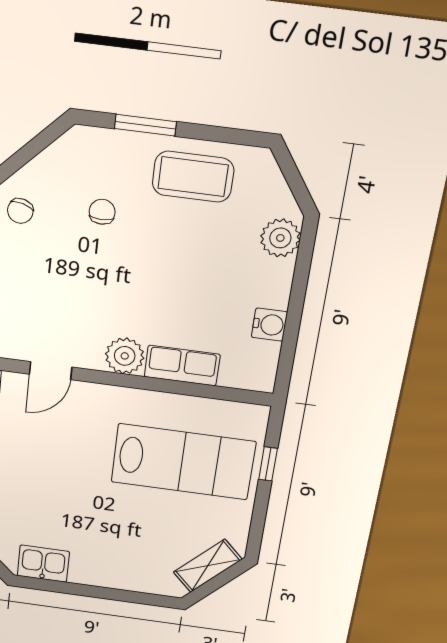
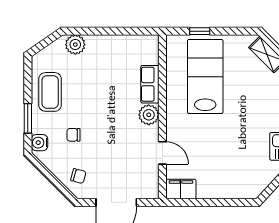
water cooler: (269, 325) -> (39, 143), moved, turned -90

